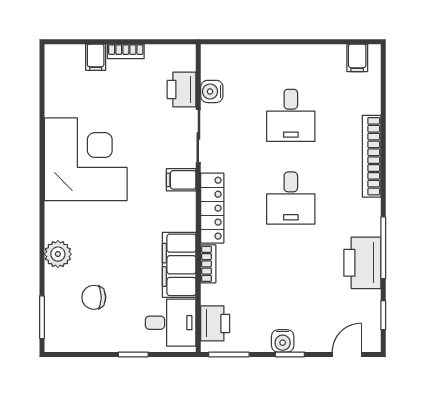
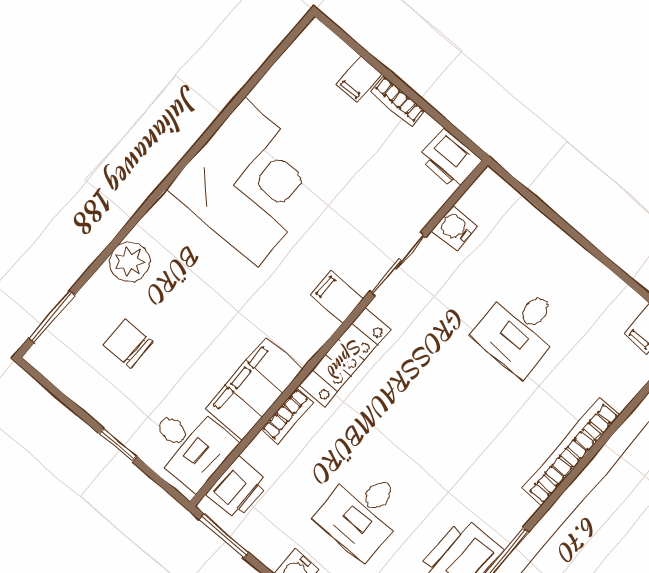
printer: (182, 90) -> (450, 159), moved, turned -90
desk: (291, 198) -> (363, 513), moved

